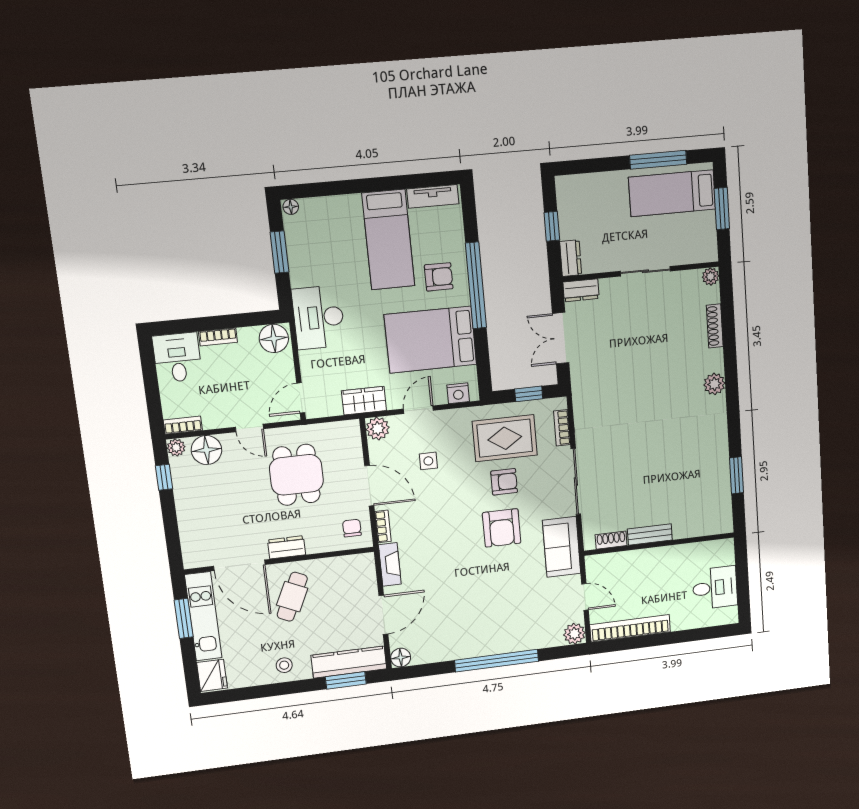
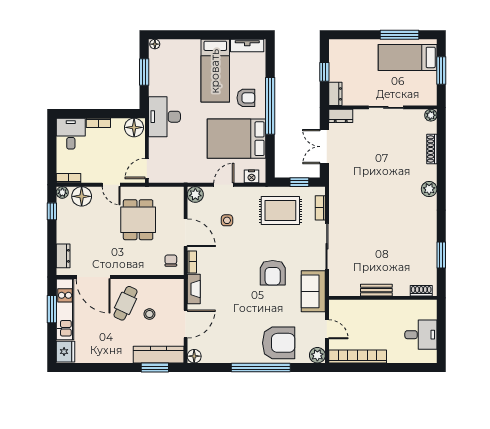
wardrobe: (364, 401) -> (188, 175), removed
armchair: (504, 482) -> (279, 343), moved, width x1.88, depth x1.88
shoe rack: (611, 540) -> (421, 291), moved
dresser: (287, 547) -> (63, 256), moved, turned 90
stool: (284, 665) -> (149, 314), moved

